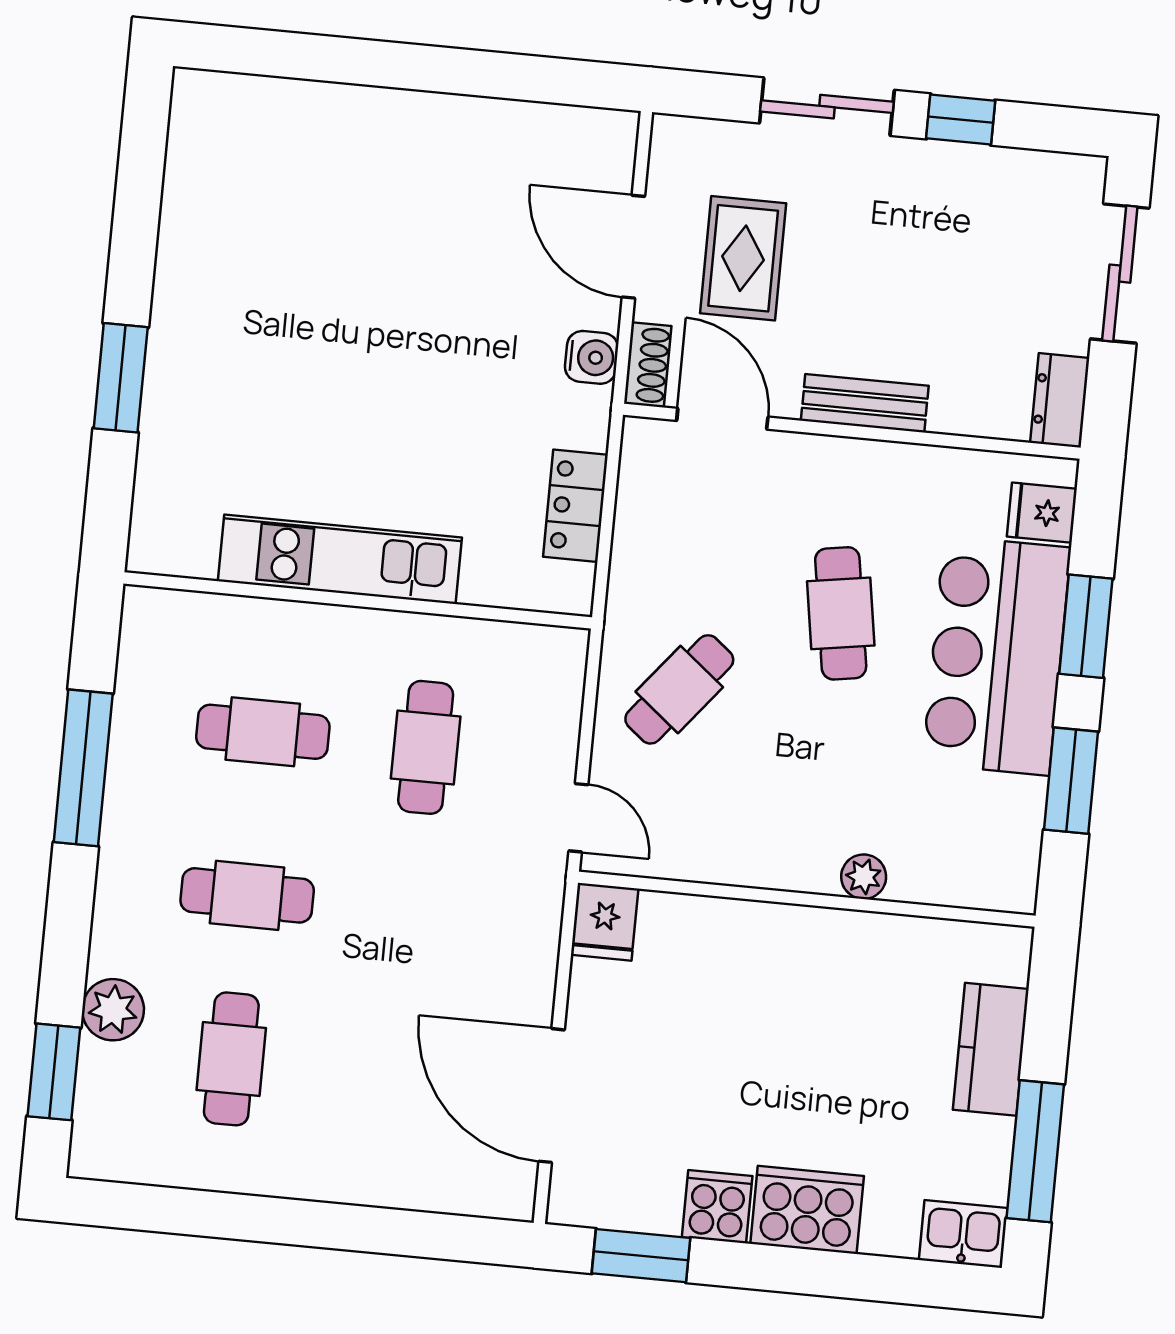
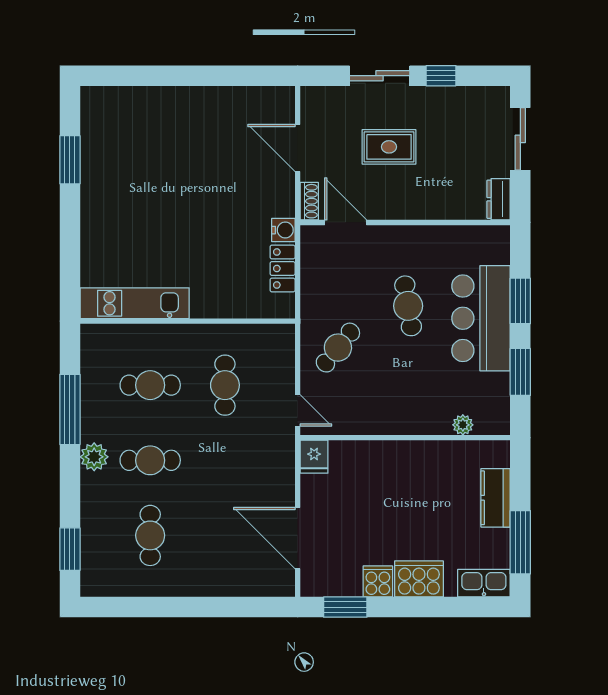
rug: (743, 258) -> (389, 147), moved, turned 90
water cooler: (592, 357) -> (283, 230), moved
window: (121, 378) -> (70, 160), moved
bench: (865, 403) -> (410, 209), removed
fridge: (1042, 513) -> (495, 251), removed
kitchen unit: (340, 559) -> (135, 303), moved
plant: (864, 877) -> (463, 425), moved
plant: (113, 1010) -> (94, 457), moved
kitchen sink: (963, 1234) -> (484, 583), width x1.38

